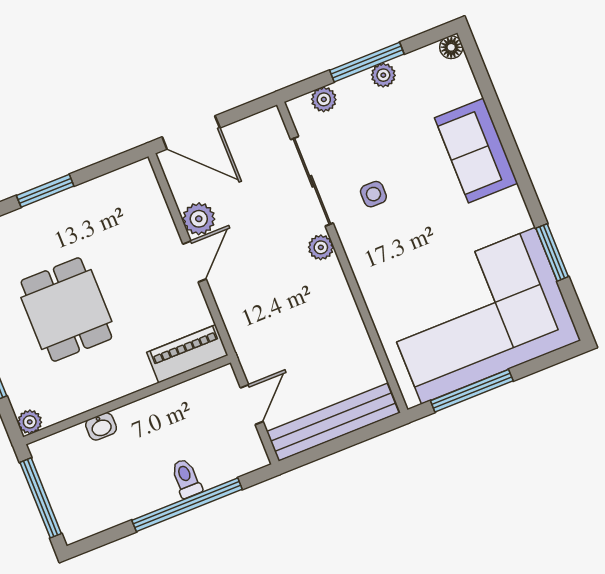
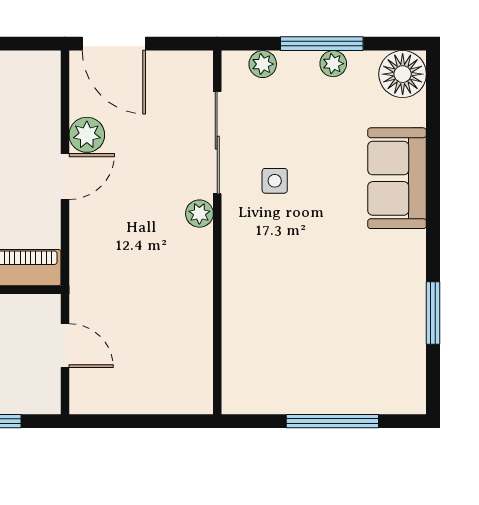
floor lamp: (451, 47) -> (403, 74), width x1.89, depth x1.89
corner sofa: (479, 316) -> (332, 347), removed
window: (472, 391) -> (332, 421), moved
door: (252, 405) -> (65, 346), hinge flipped
bench: (333, 422) -> (140, 397), removed

